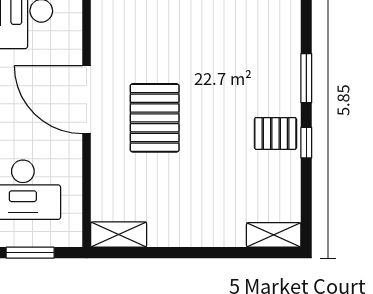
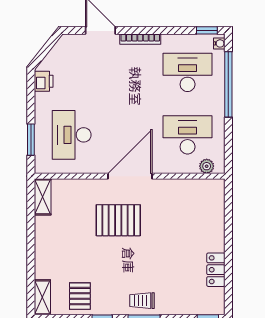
trolley: (279, 81) -> (142, 301), added
pallet: (275, 133) -> (80, 296), moved

